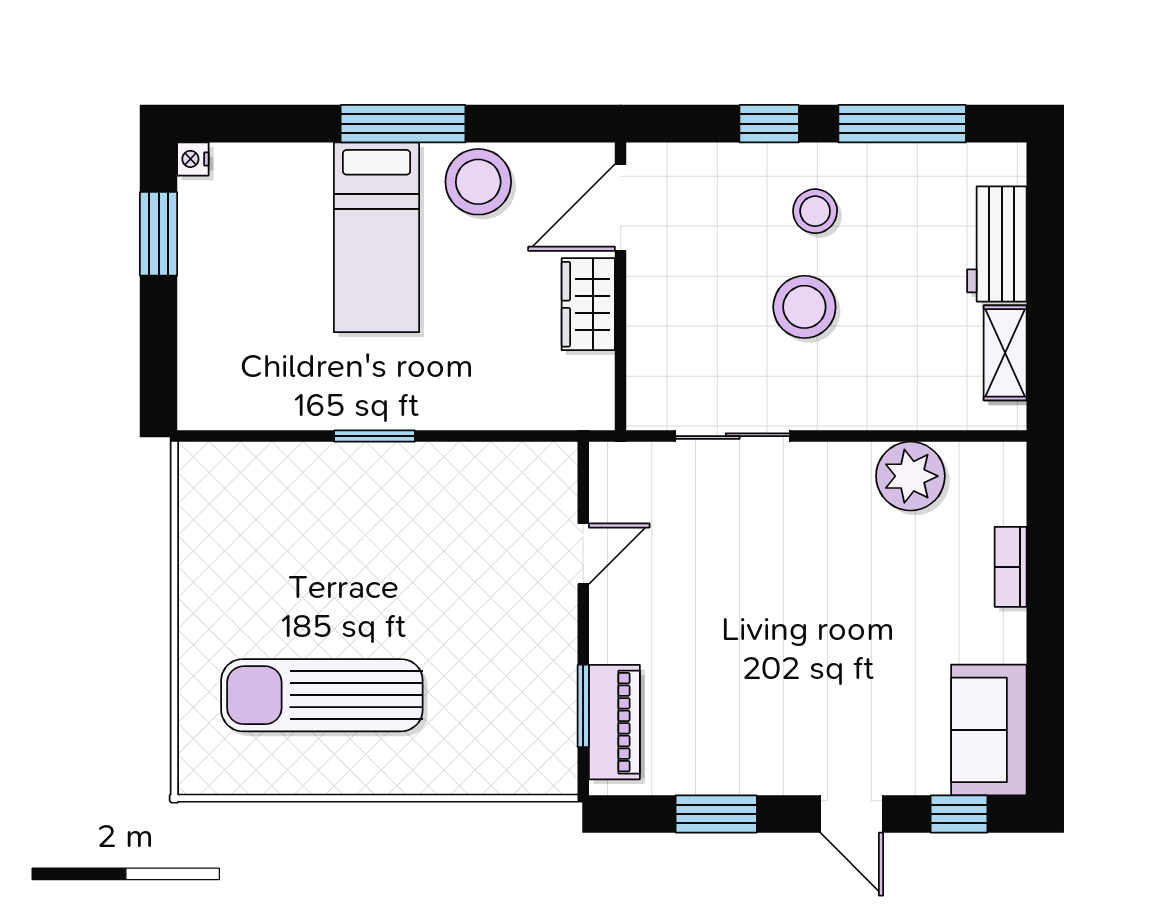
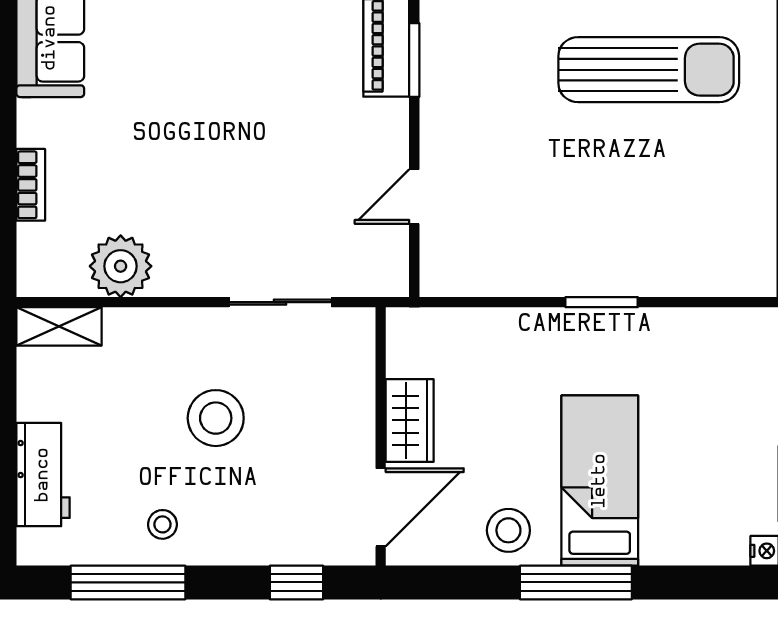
window: (769, 124) -> (296, 582), moved
stool: (478, 182) -> (508, 530), width x0.73, depth x0.73
stool: (815, 211) -> (162, 524), moved, width x0.73, depth x0.73
shelving: (1005, 353) -> (59, 326), moved, turned 90

